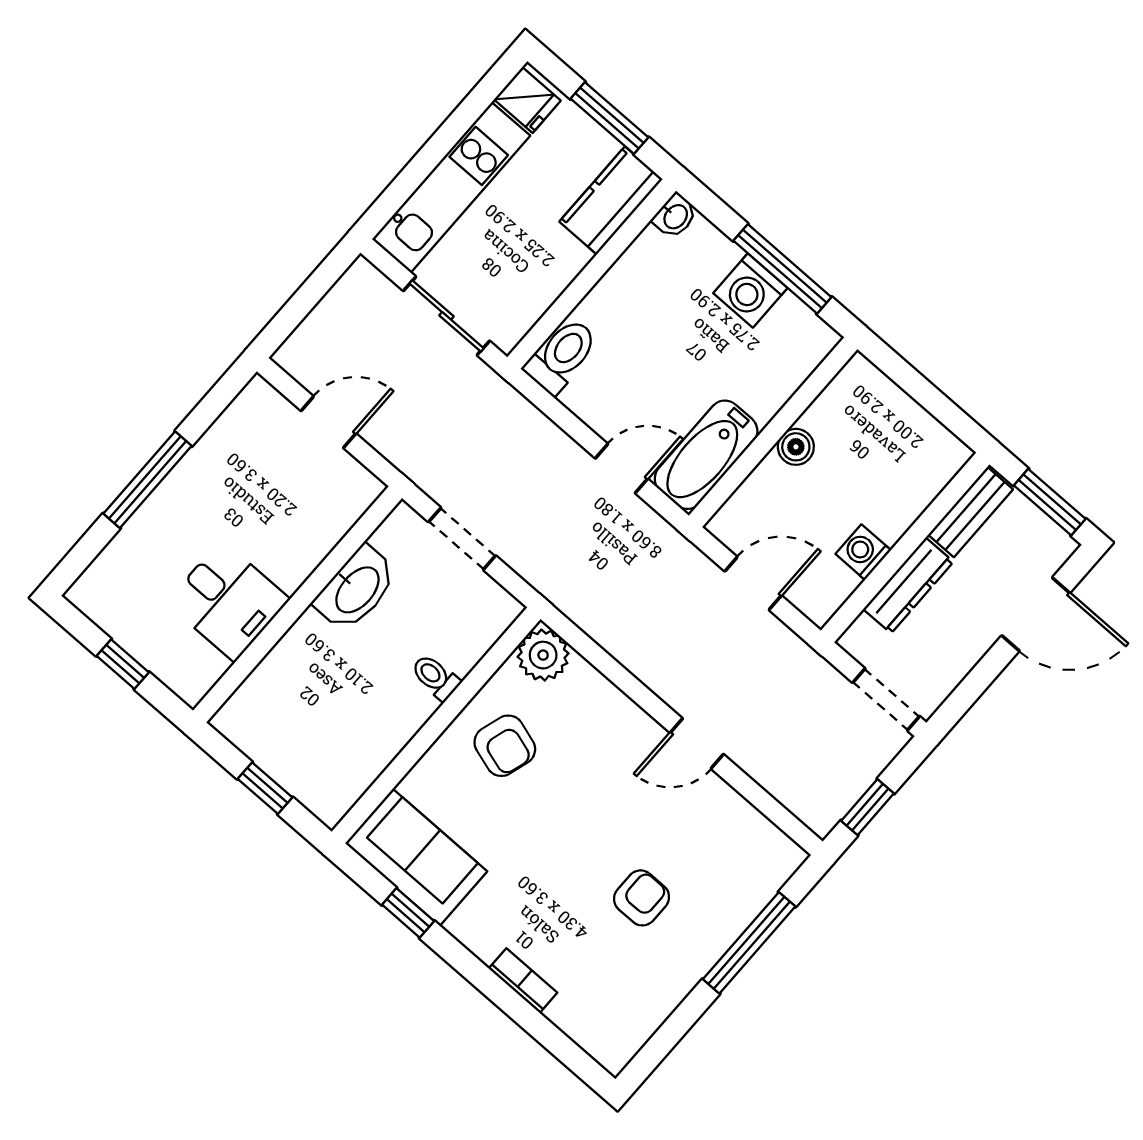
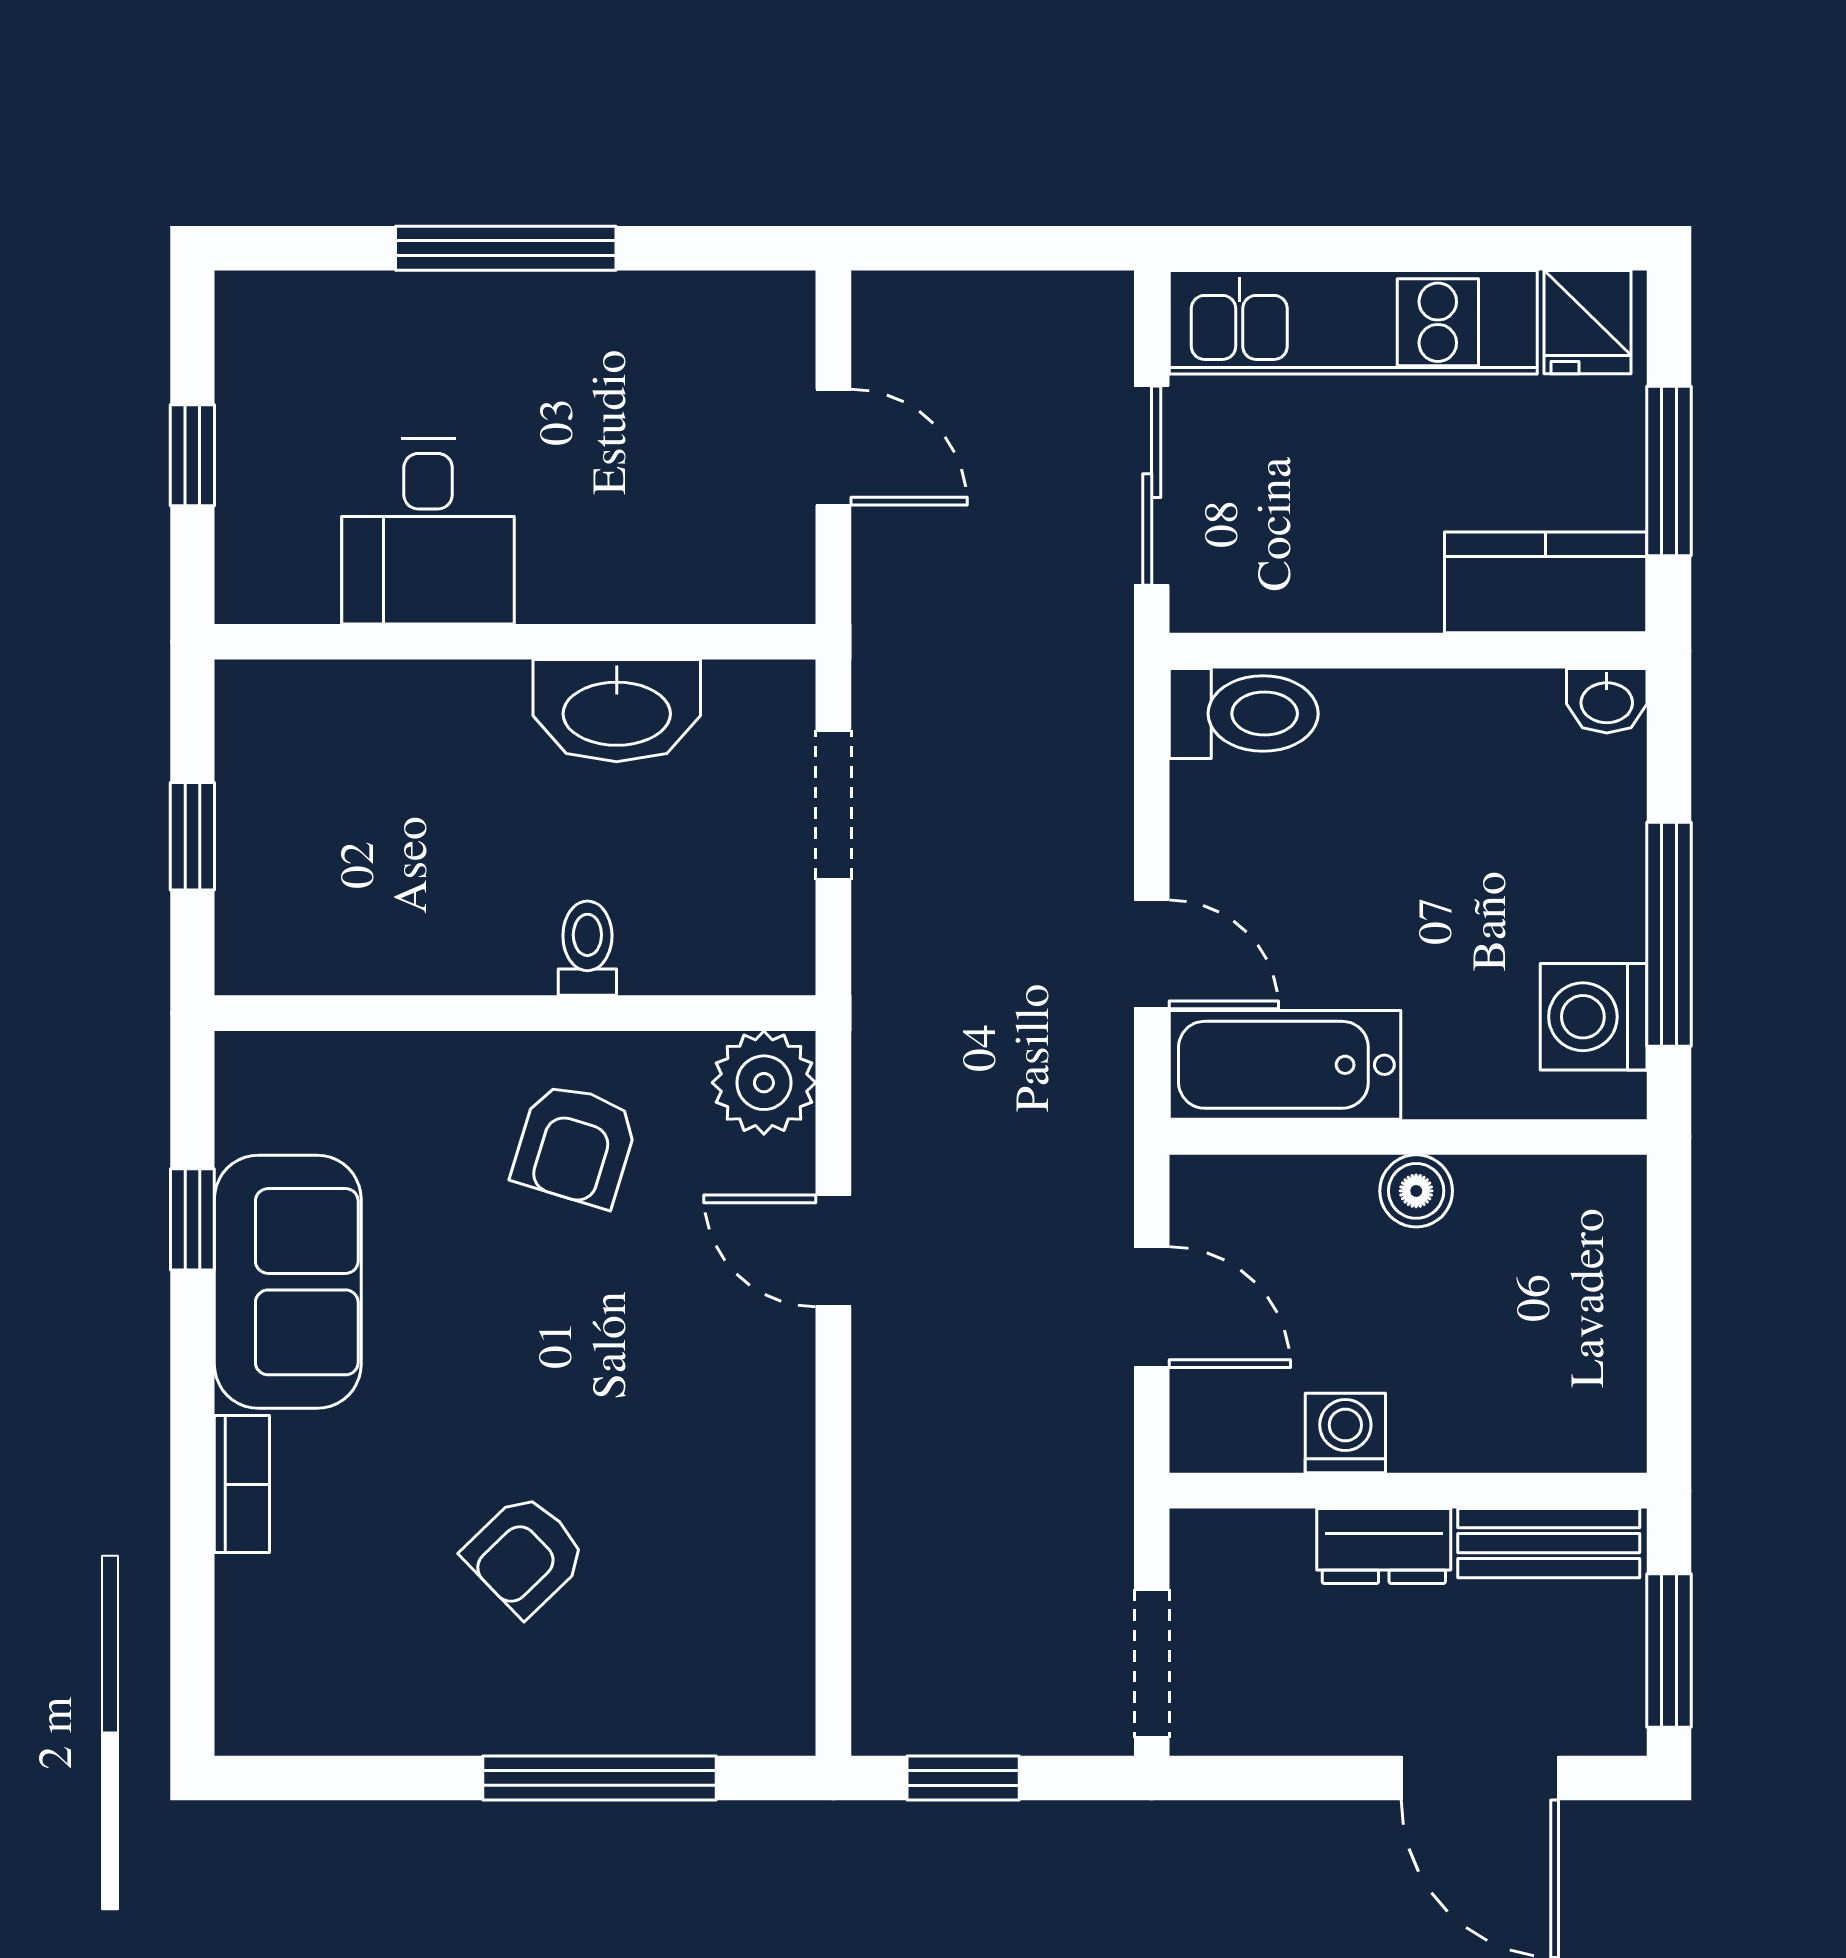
washing machine: (750, 291) -> (1594, 1017), moved
dresser: (908, 585) -> (1384, 1546), width x0.70
door: (697, 744) -> (833, 1251), moved
sofa: (416, 857) -> (288, 1282), moved
armchair: (642, 898) -> (525, 1555), turned 136

